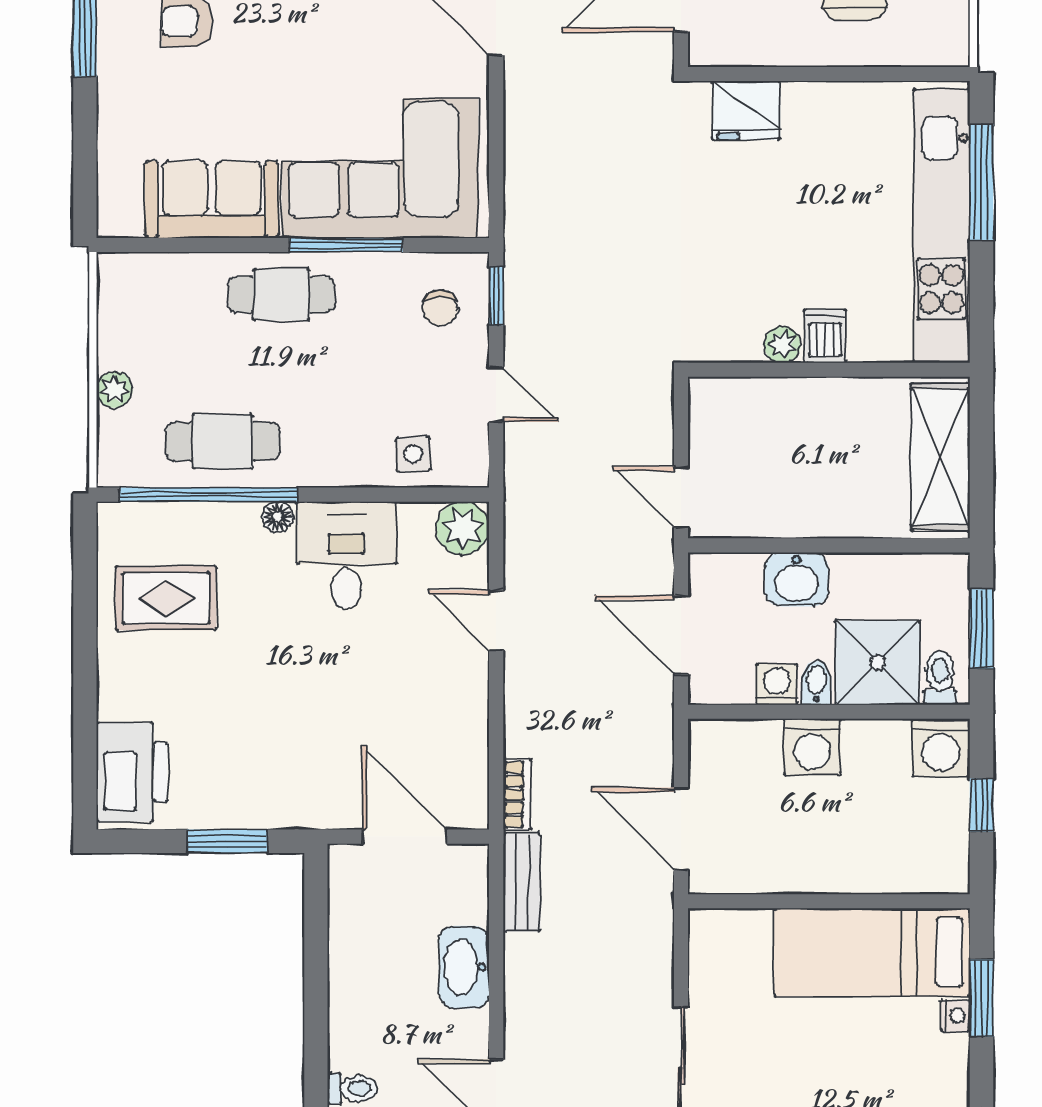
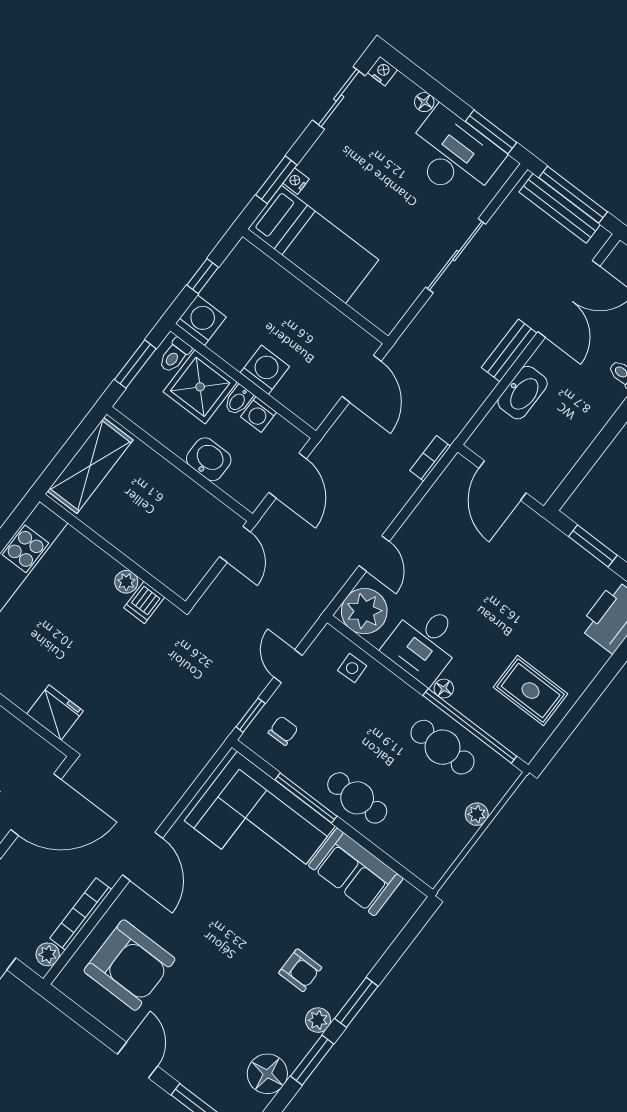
dishwasher: (825, 336) -> (144, 602), moved
plant: (463, 528) -> (364, 611), width x1.36, depth x1.36
bench: (522, 883) -> (509, 350), moved

